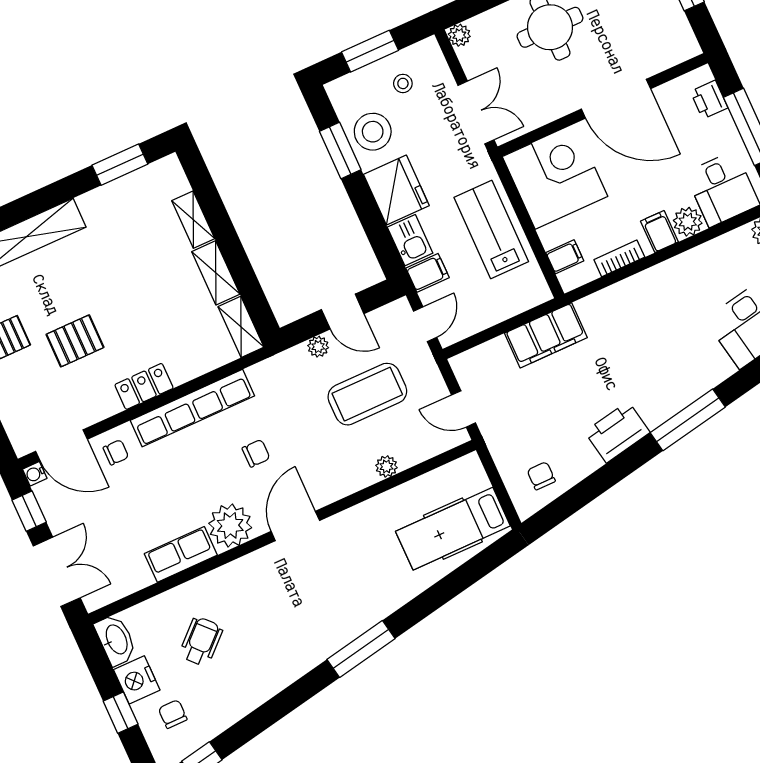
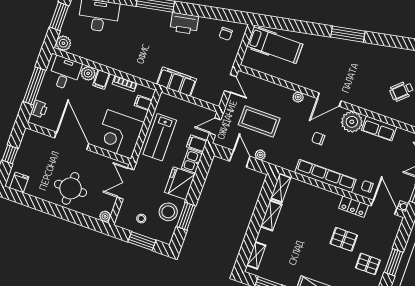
shelving: (193, 220) -> (256, 255), moved
locker: (144, 386) -> (354, 207), moved
plant: (386, 466) -> (298, 97), moved

